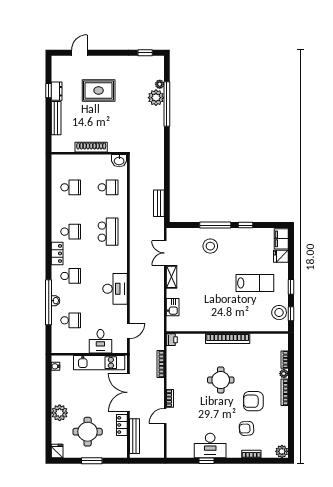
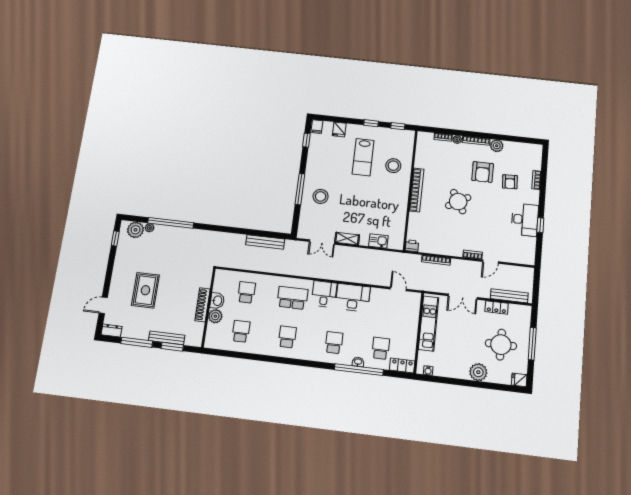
door: (79, 53) -> (103, 305), hinge flipped
window: (49, 91) -> (137, 342), width x2.17
dresser: (57, 91) -> (112, 331), moved
plant: (156, 98) -> (136, 230), moved
window: (49, 125) -> (172, 347), added
plant: (82, 161) -> (215, 316), added
washbasin: (119, 161) -> (217, 301), moved
bench: (159, 203) -> (265, 242), width x1.36
window: (246, 225) -> (306, 140), moved
filing cabinet: (281, 239) -> (317, 127), width x0.50
locker: (57, 253) -> (402, 366), moved
lab bench: (255, 283) -> (363, 157), turned 180
stool: (279, 313) -> (393, 166), moved
desk: (100, 341) -> (324, 294), moved, turned -90
round table: (221, 380) -> (458, 202), turned -30
double door: (128, 392) -> (463, 297), width x0.73
door: (165, 416) -> (491, 262), hinge flipped
plant: (282, 451) -> (497, 146), moved
window: (92, 461) -> (532, 344), width x1.44

